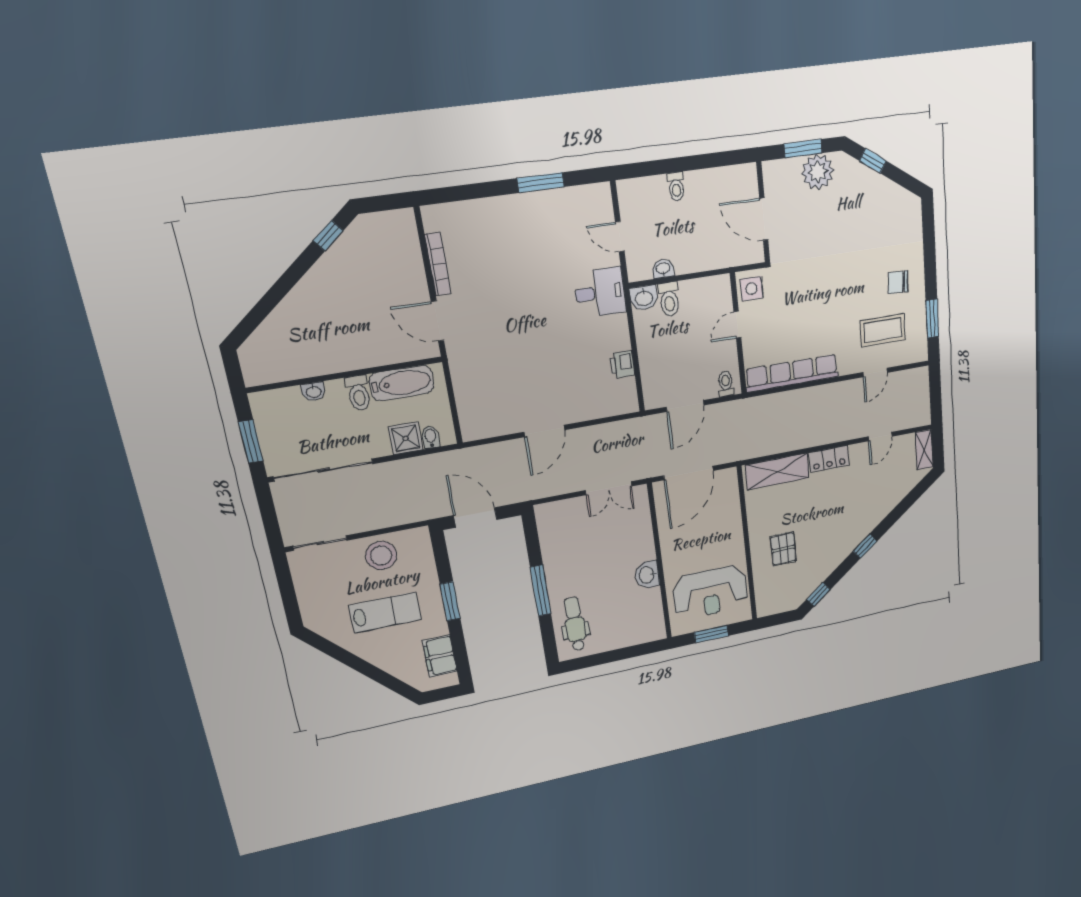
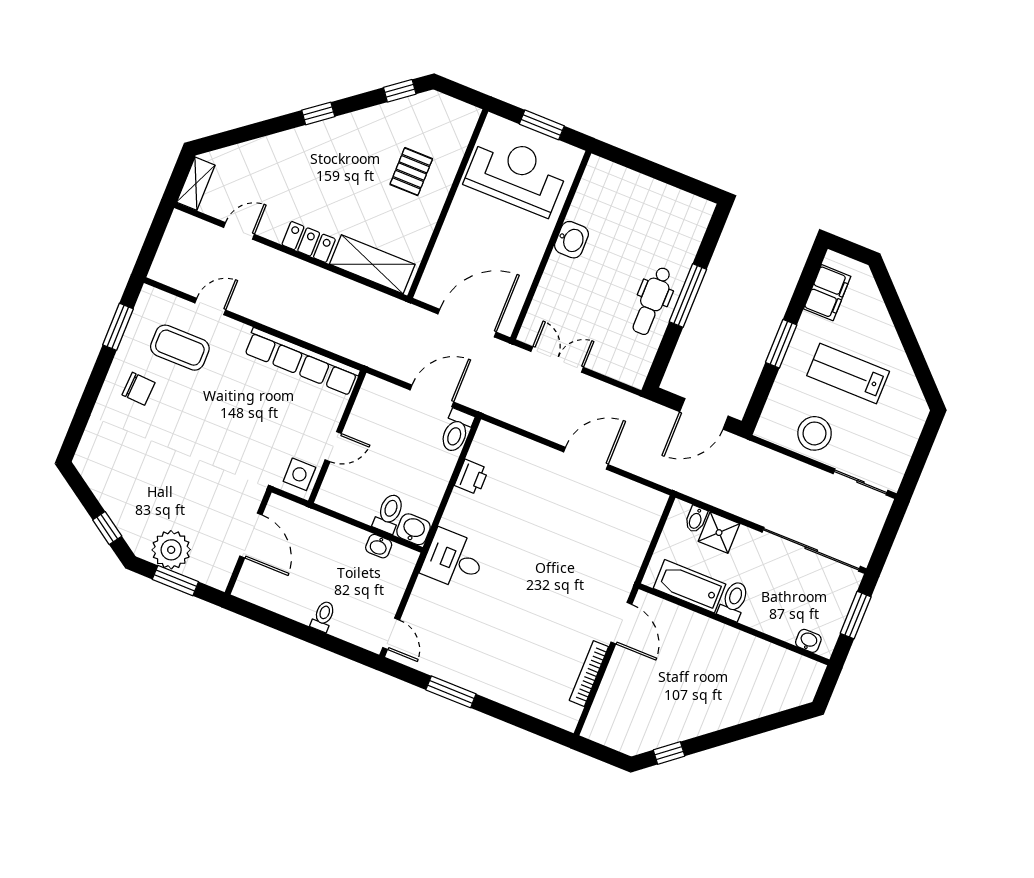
door: (620, 237) -> (391, 634), moved
toilet: (726, 384) -> (456, 431), moved, width x1.37, depth x1.39
washbasin: (313, 392) -> (808, 641), moved
door: (475, 517) -> (704, 414), hinge flipped
dental chair: (575, 624) -> (652, 301), moved

